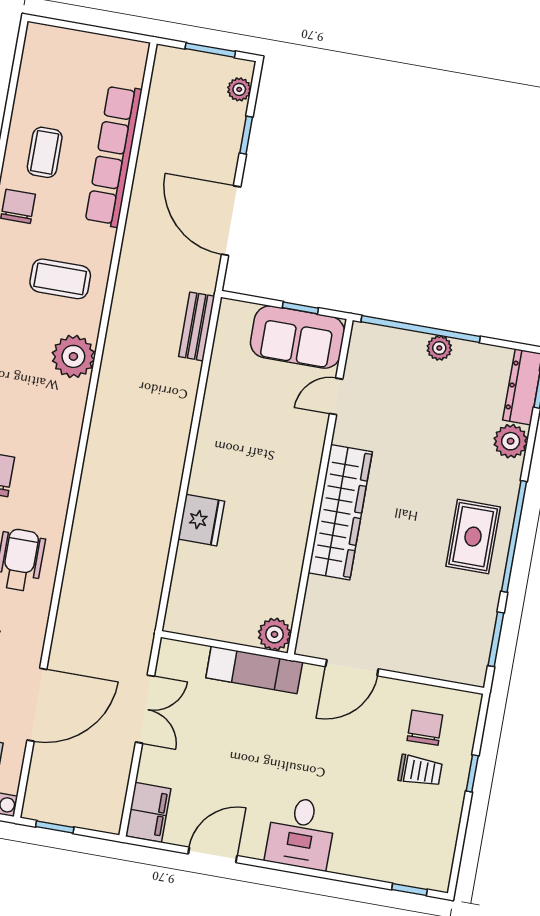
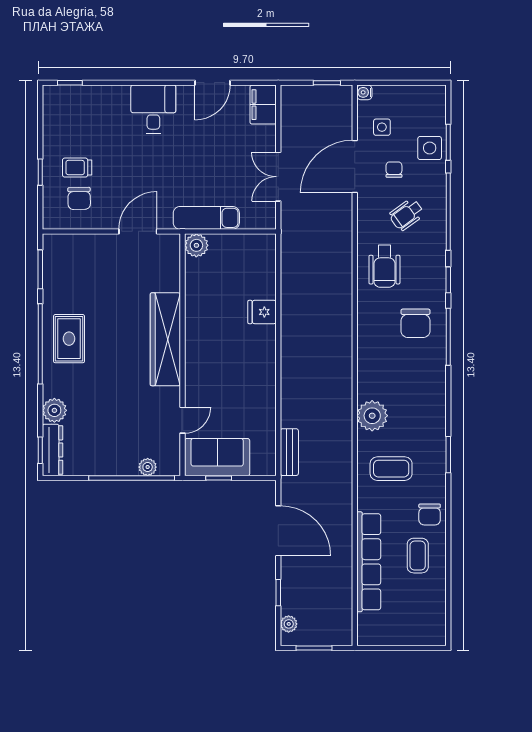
plant: (439, 348) -> (148, 467), moved
fridge: (201, 520) -> (262, 312), width x0.72

